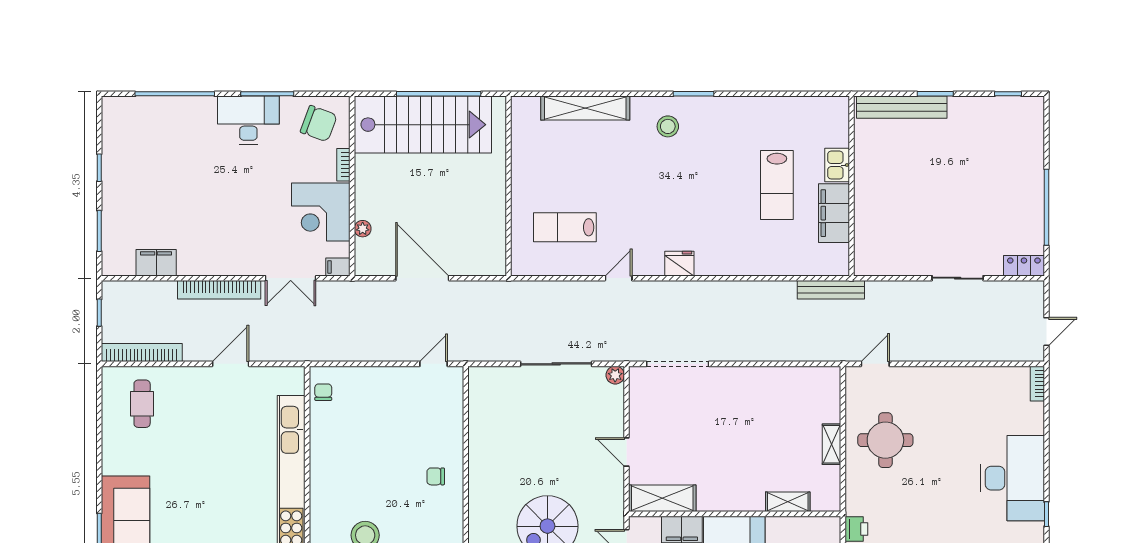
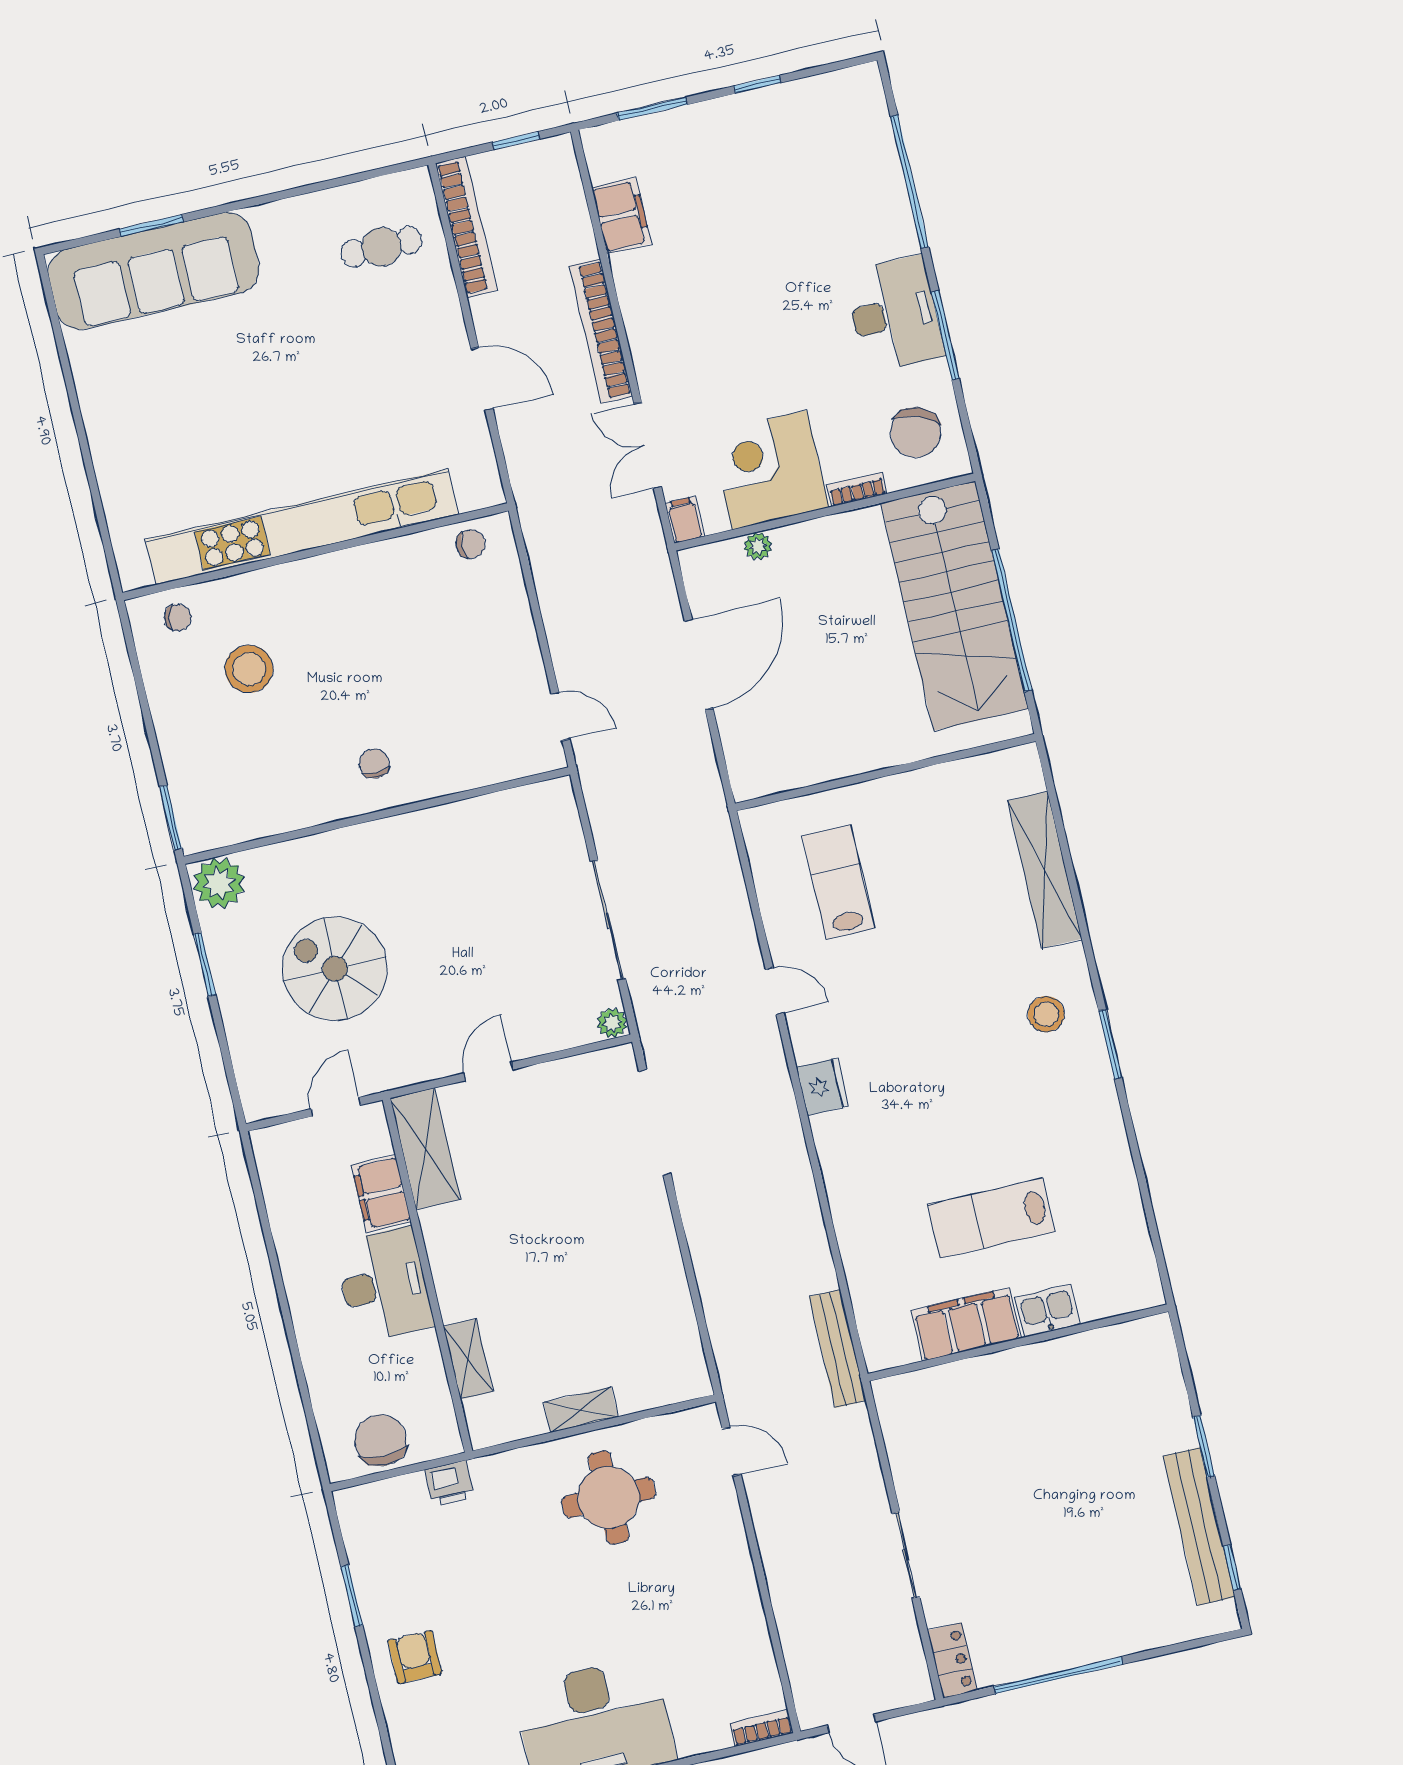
bench: (902, 107) -> (1199, 1526), moved

